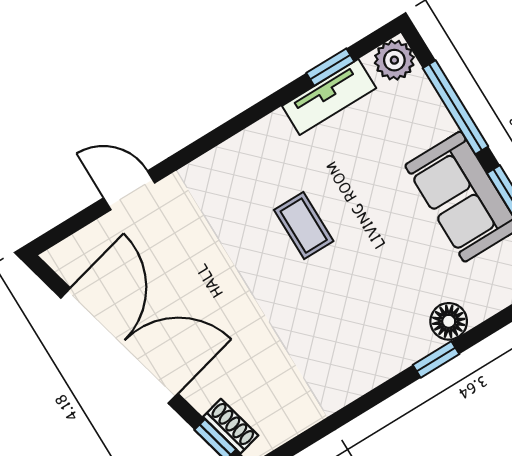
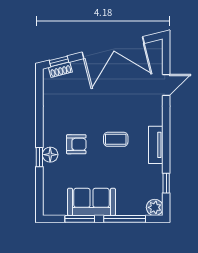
tv unit: (329, 97) -> (156, 145), moved
armchair: (363, 300) -> (76, 144), added
floor lamp: (449, 321) -> (50, 155), moved

